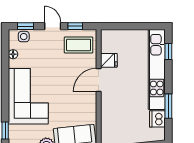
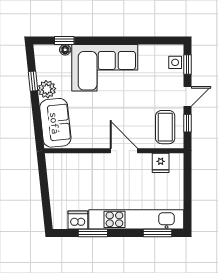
window: (168, 51) -> (157, 233), width x1.50
floor lamp: (13, 54) -> (65, 50), moved
fridge: (109, 60) -> (161, 163), moved

